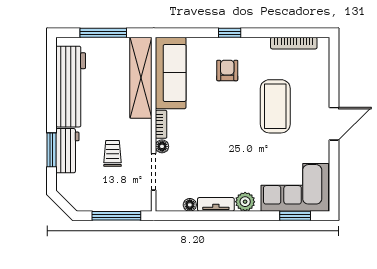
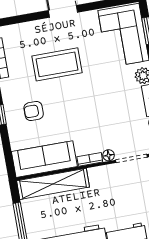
trolley: (113, 153) -> (122, 197), removed

